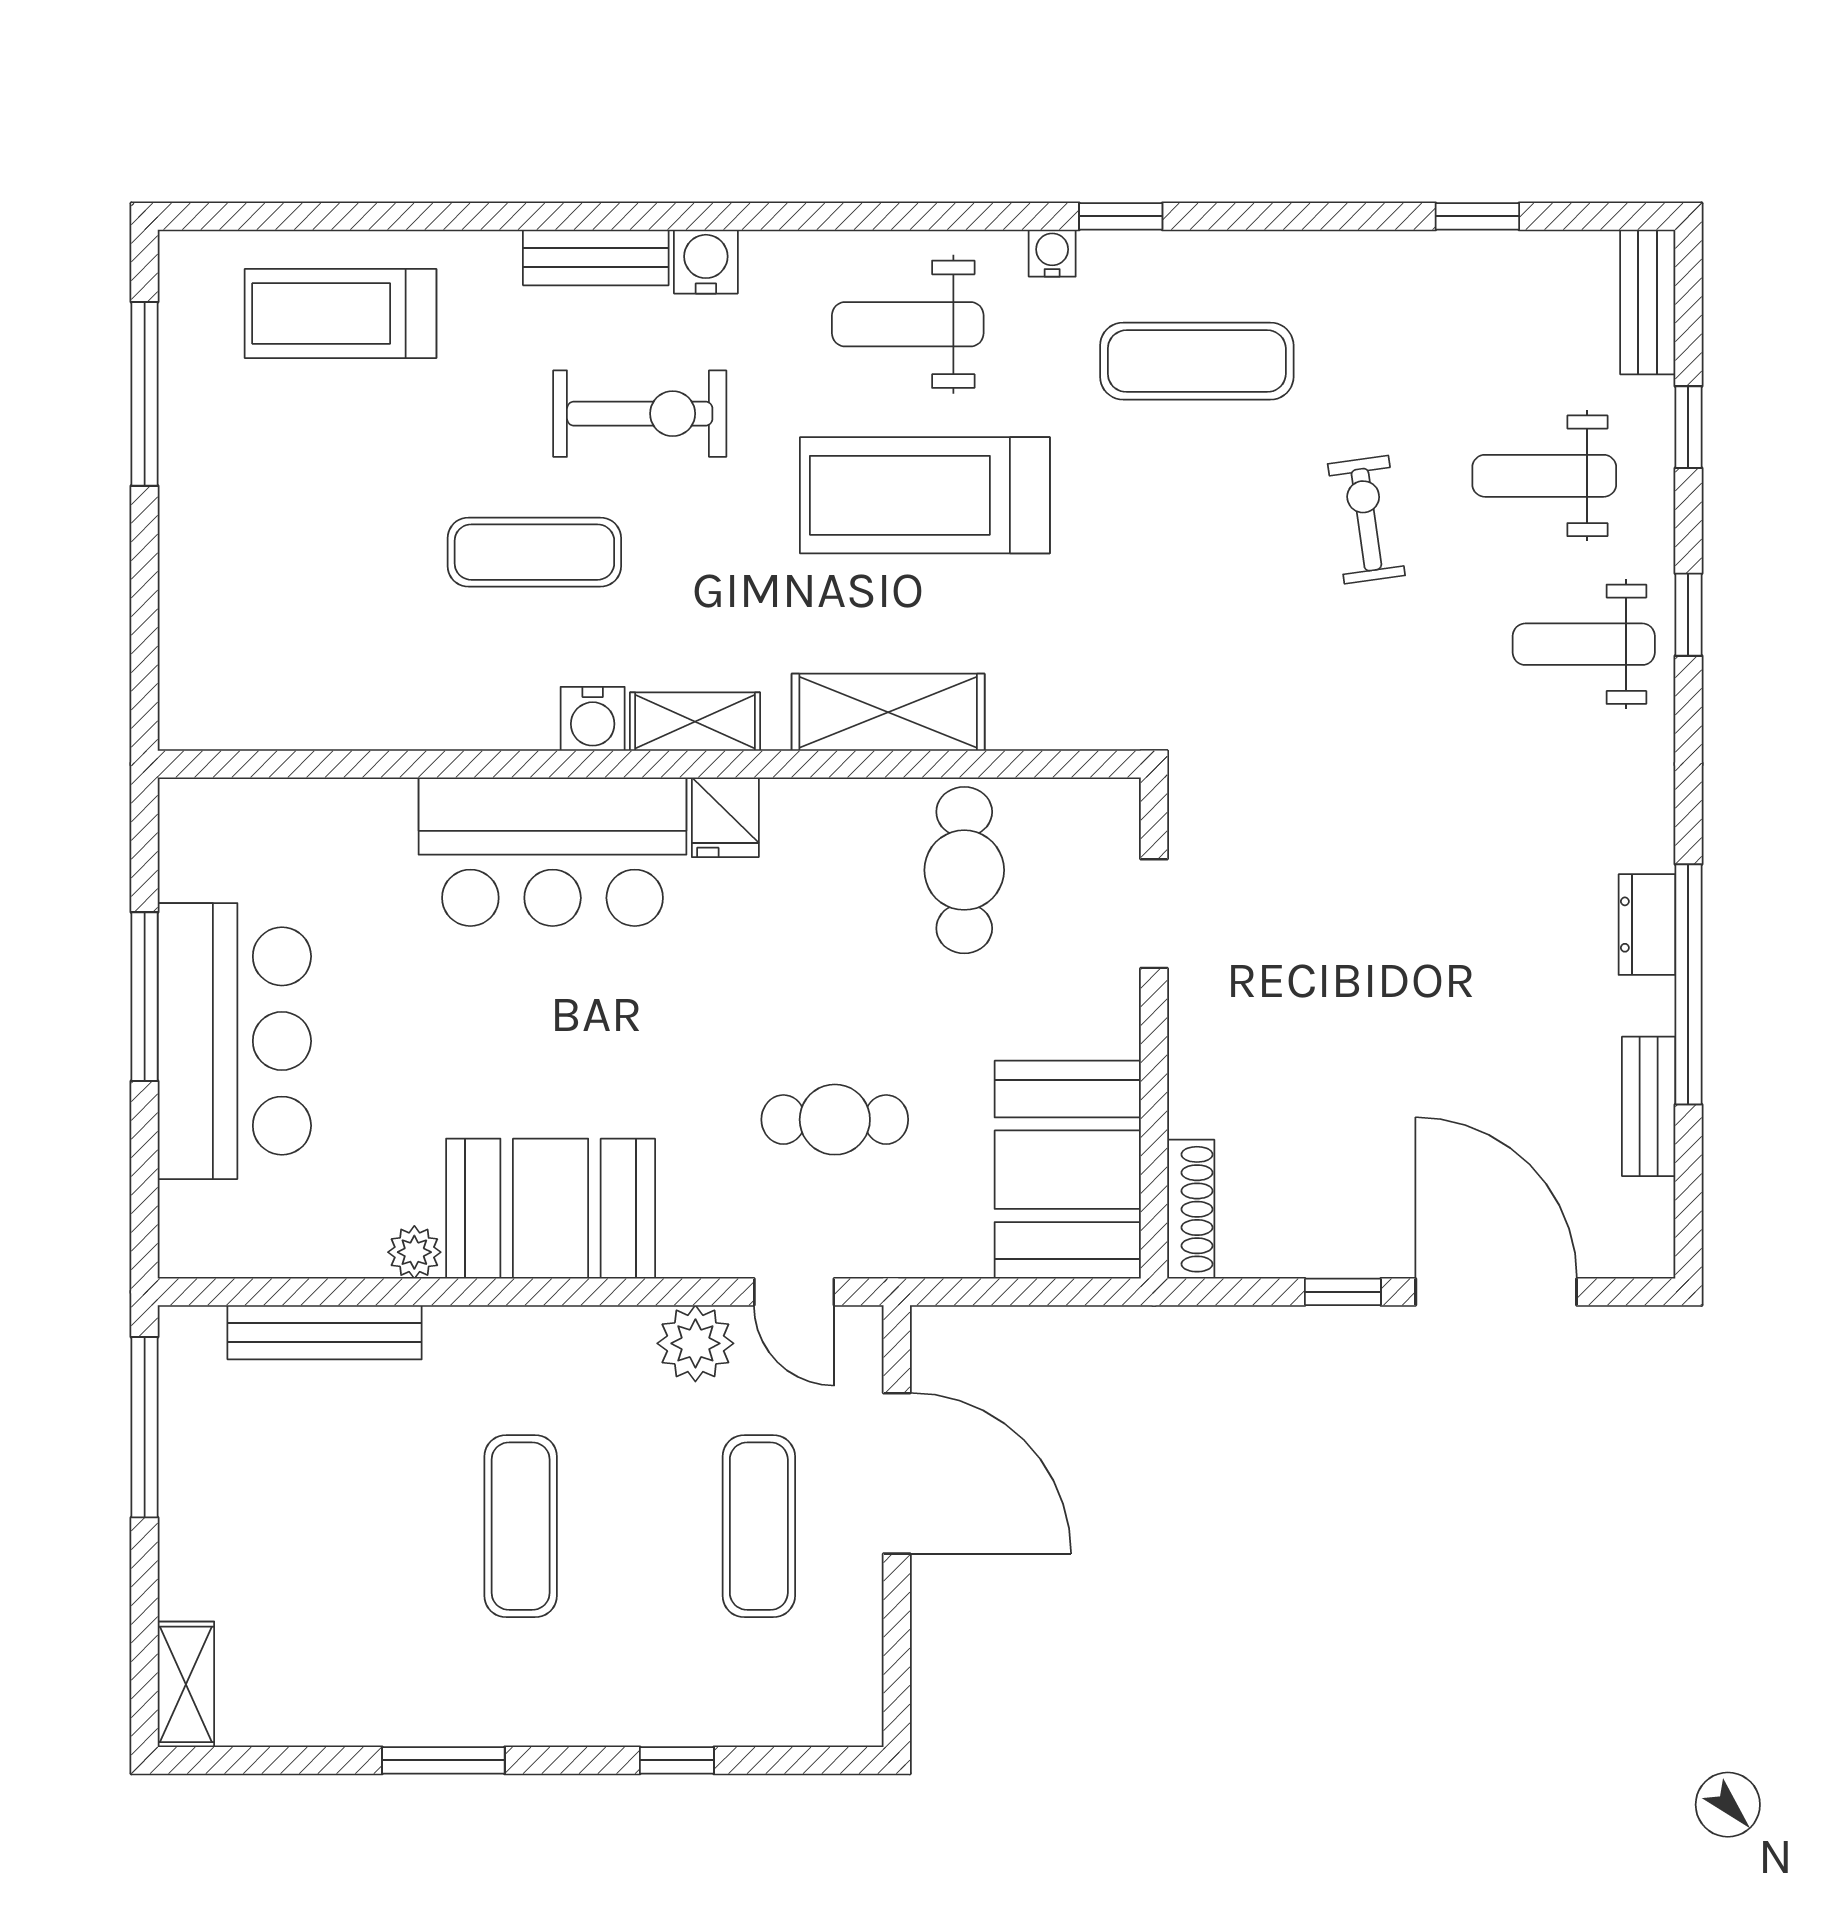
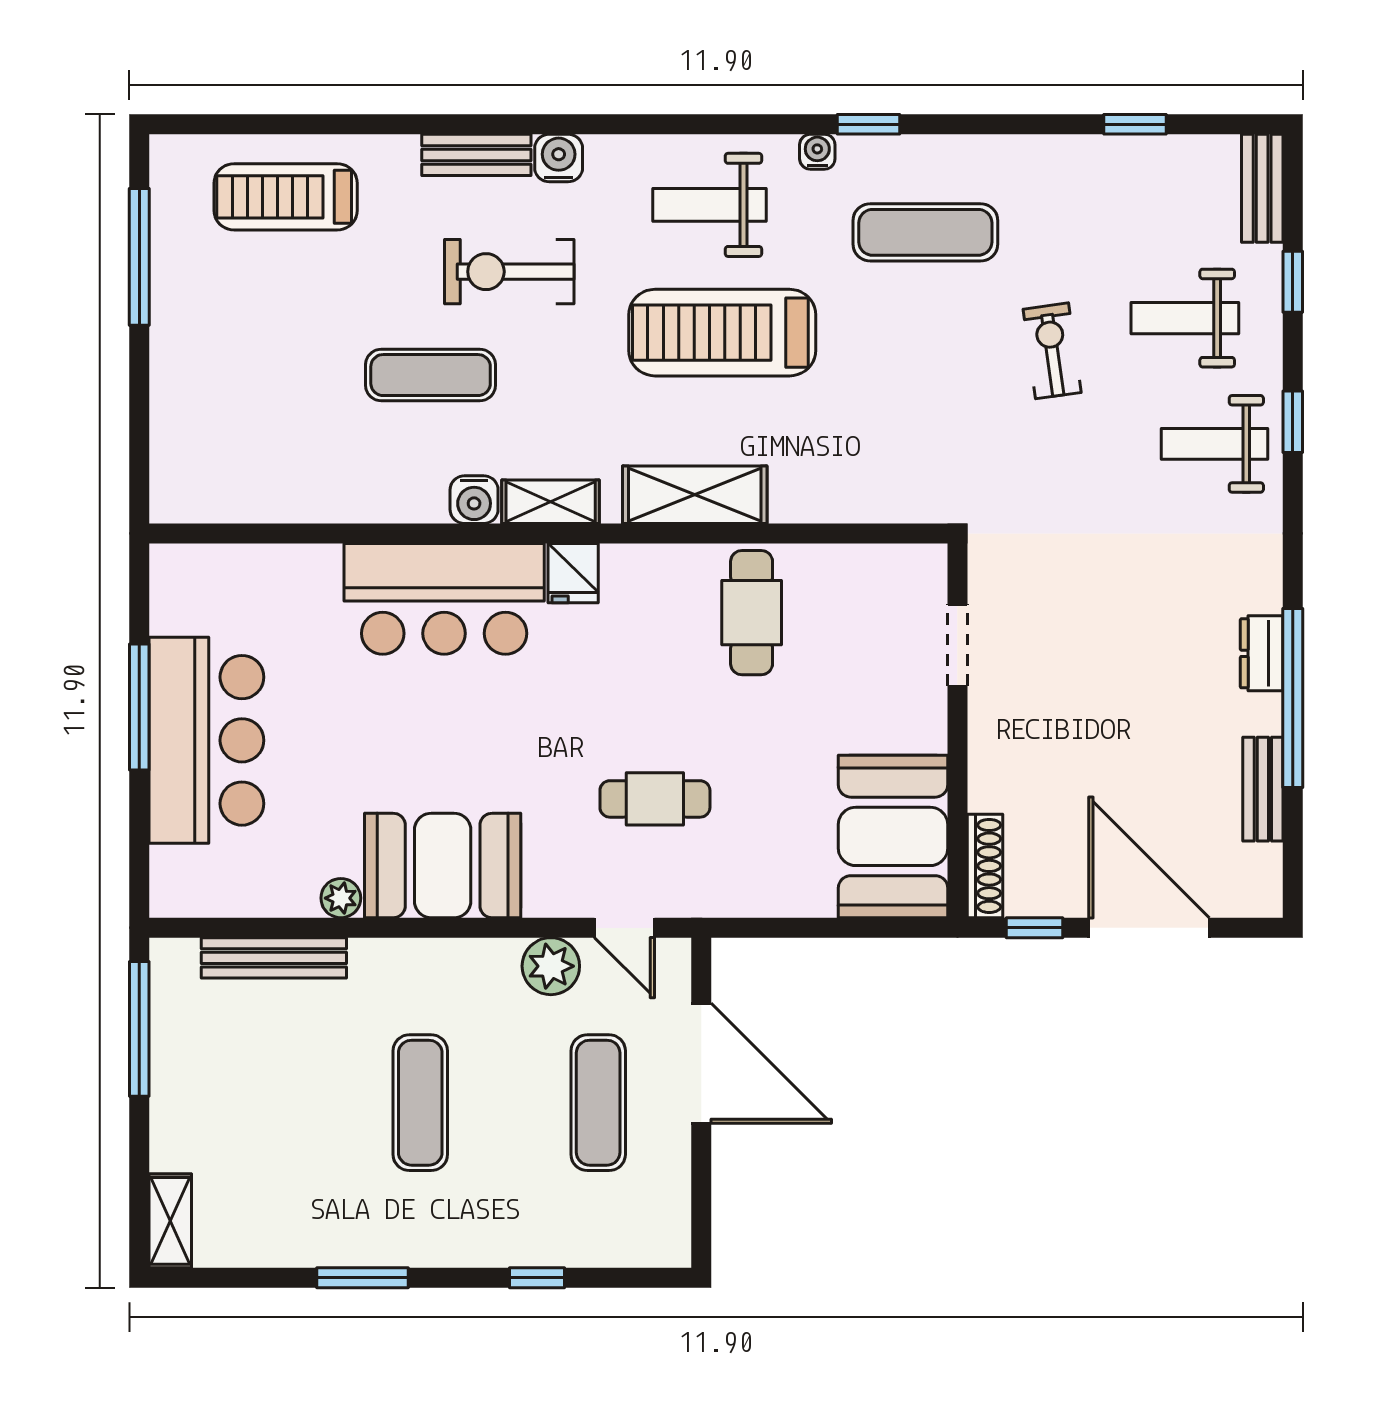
exercise bike: (640, 414) -> (509, 272), turned 180
doorway: (1154, 914) -> (957, 645), moved
wall: (1154, 1028) -> (957, 731), moved
booth: (1068, 1170) -> (893, 836), moved
shoe rack: (1191, 1209) -> (985, 866), moved

